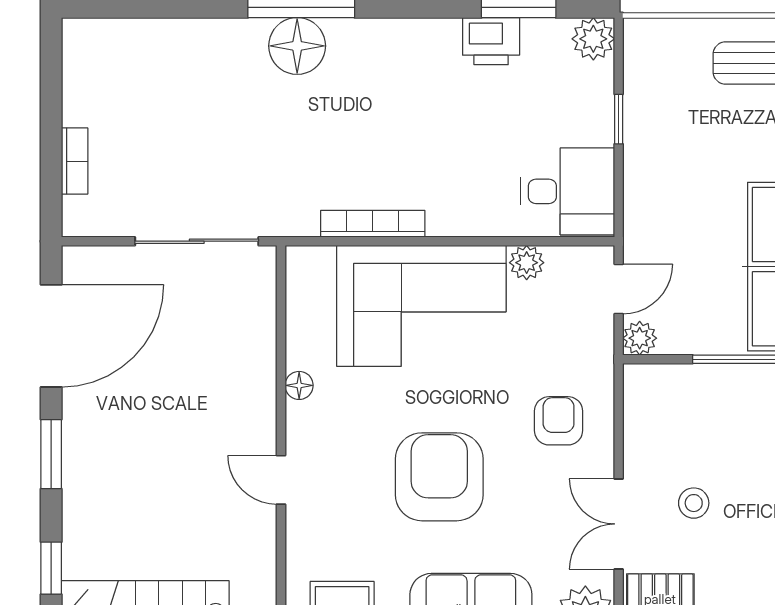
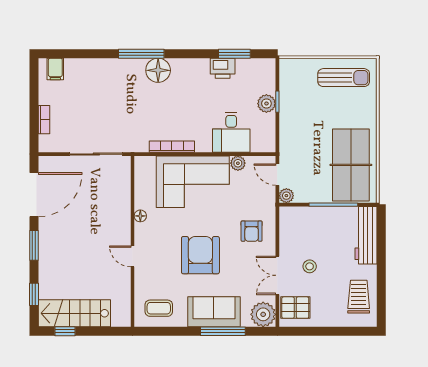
plant: (593, 39) -> (266, 104), moved
filing cabinet: (101, 43) -> (55, 69), added
floor lamp: (297, 46) -> (158, 70), moved
desk: (568, 191) -> (231, 132), moved, turned 90
door: (619, 289) -> (277, 175), swing flipped
armchair: (559, 421) -> (252, 231), turned 180

